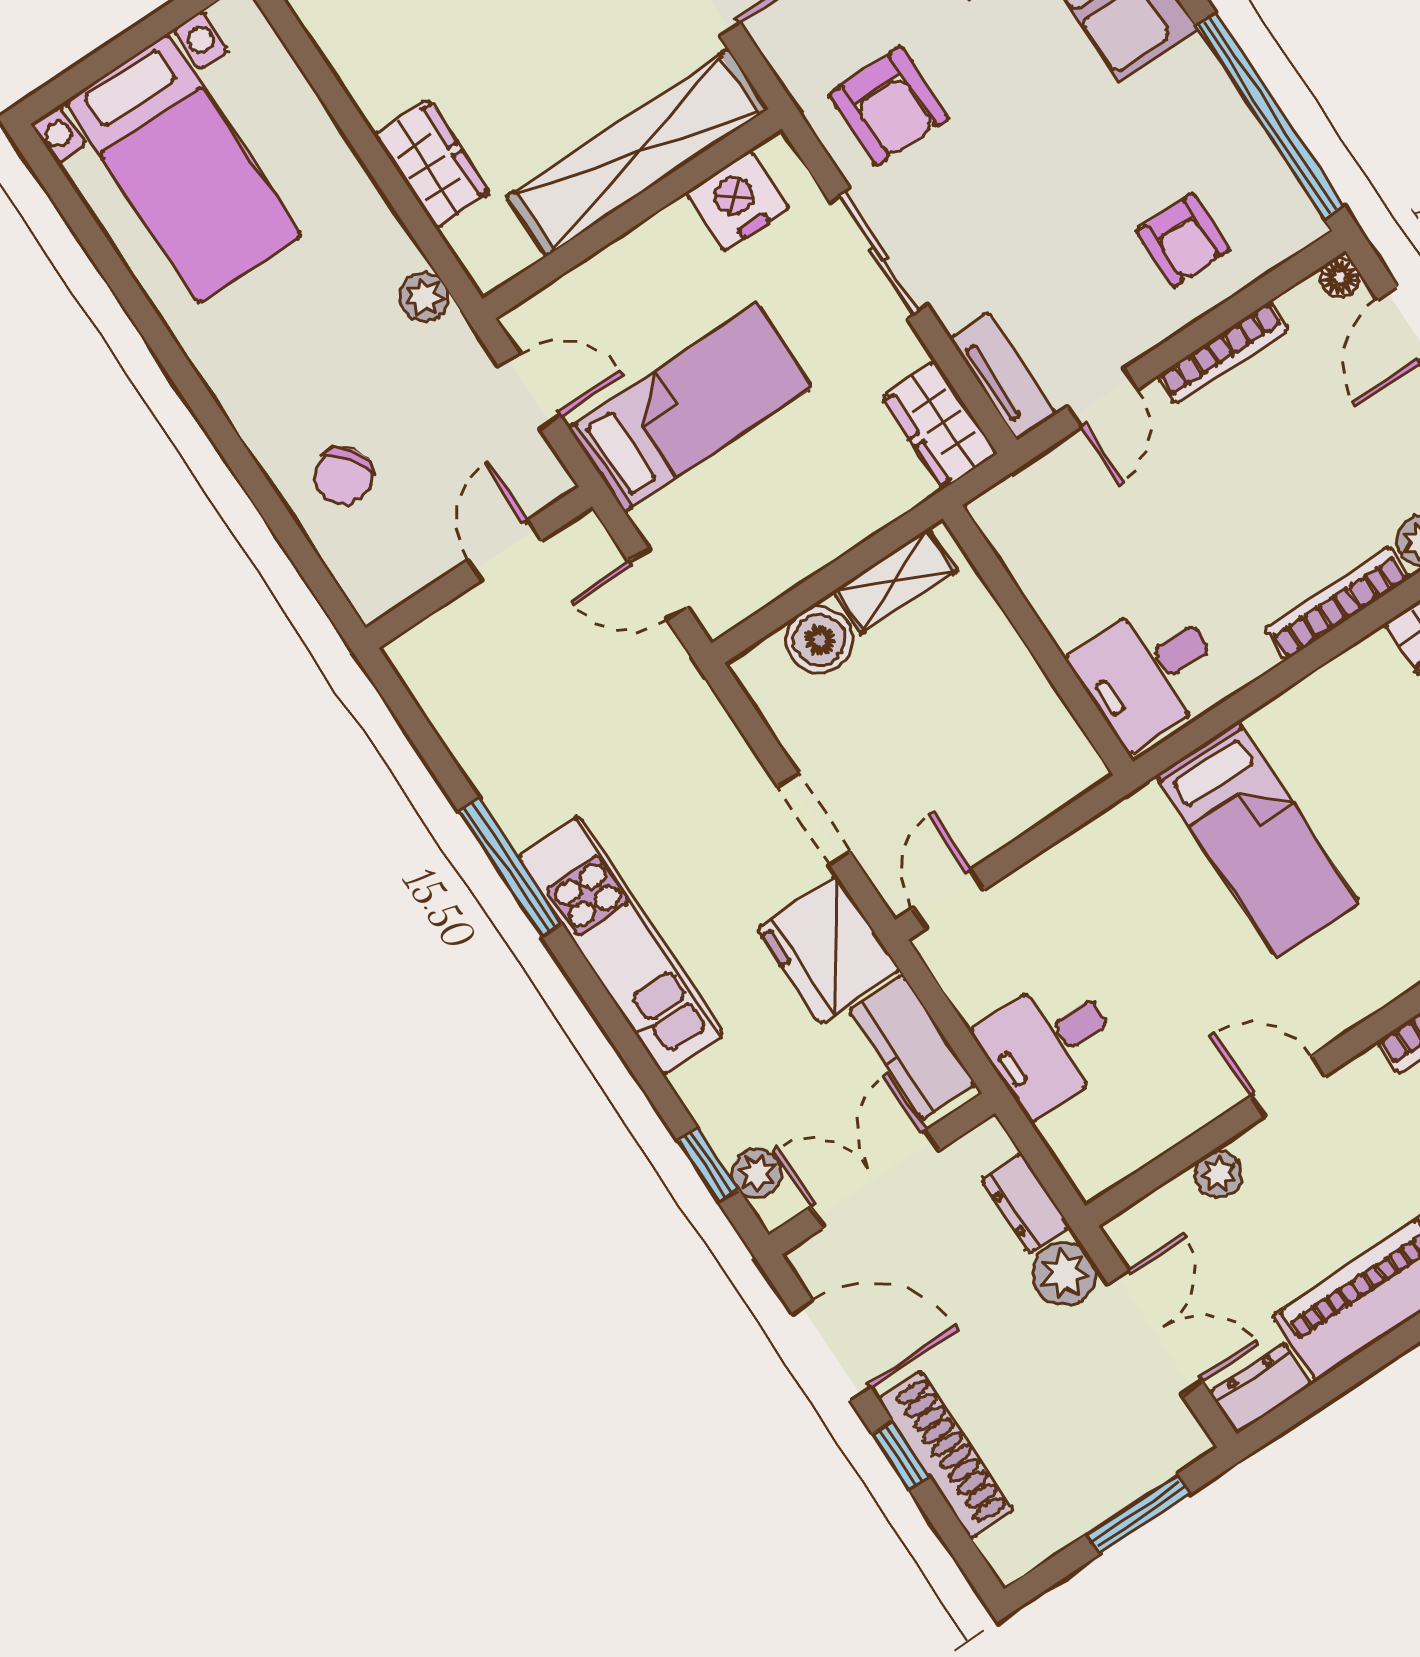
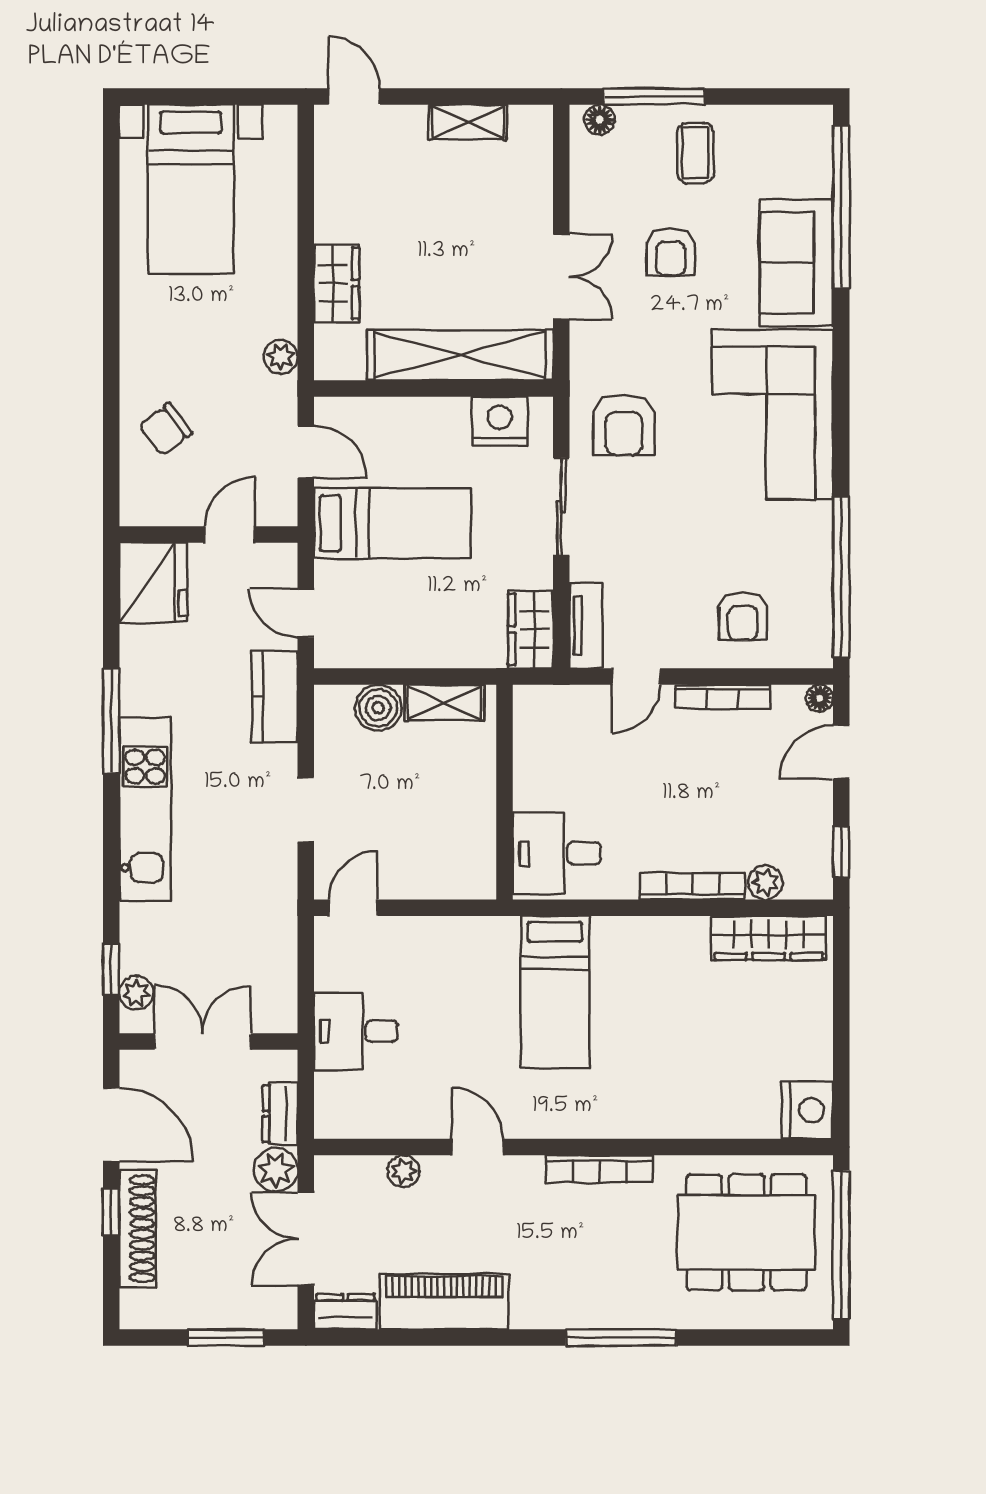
fridge: (828, 949) -> (153, 583), moved, turned 180
kitchen counter: (912, 1047) -> (275, 697), moved
double door: (1155, 1333) -> (306, 1239), swing flipped

